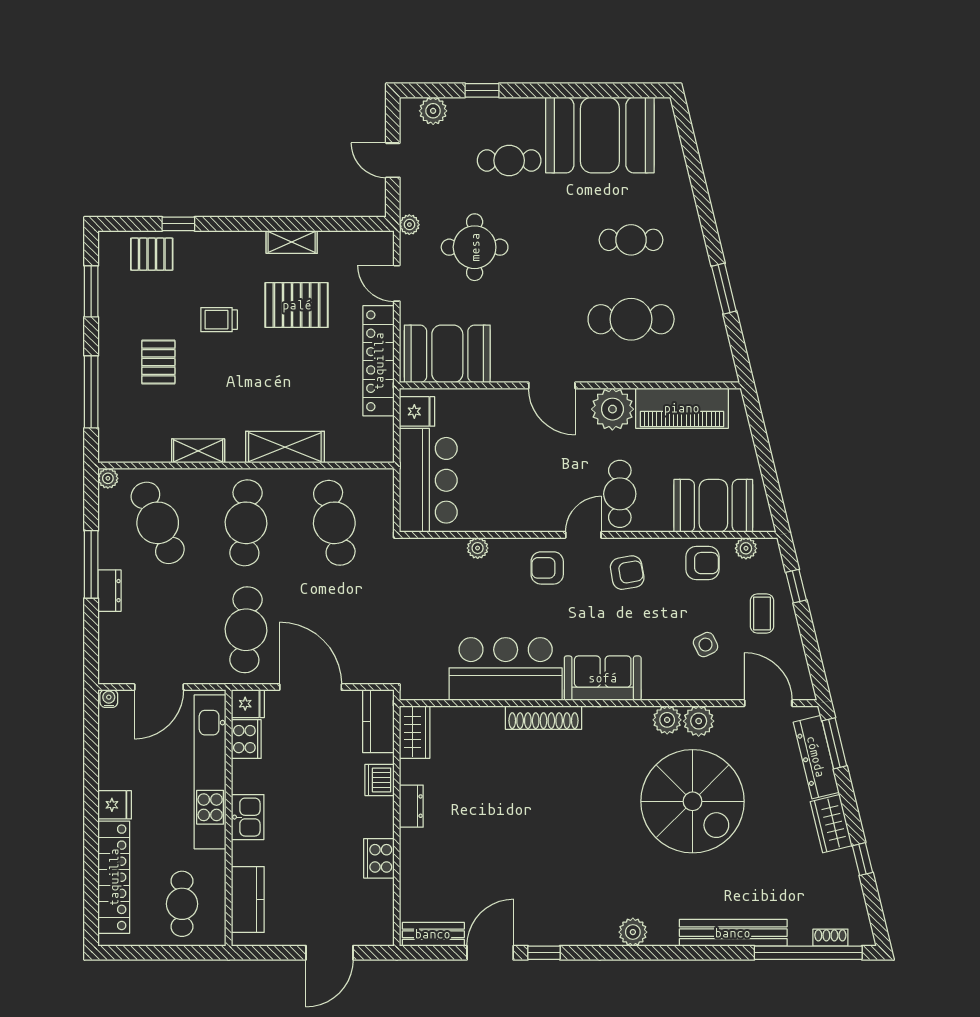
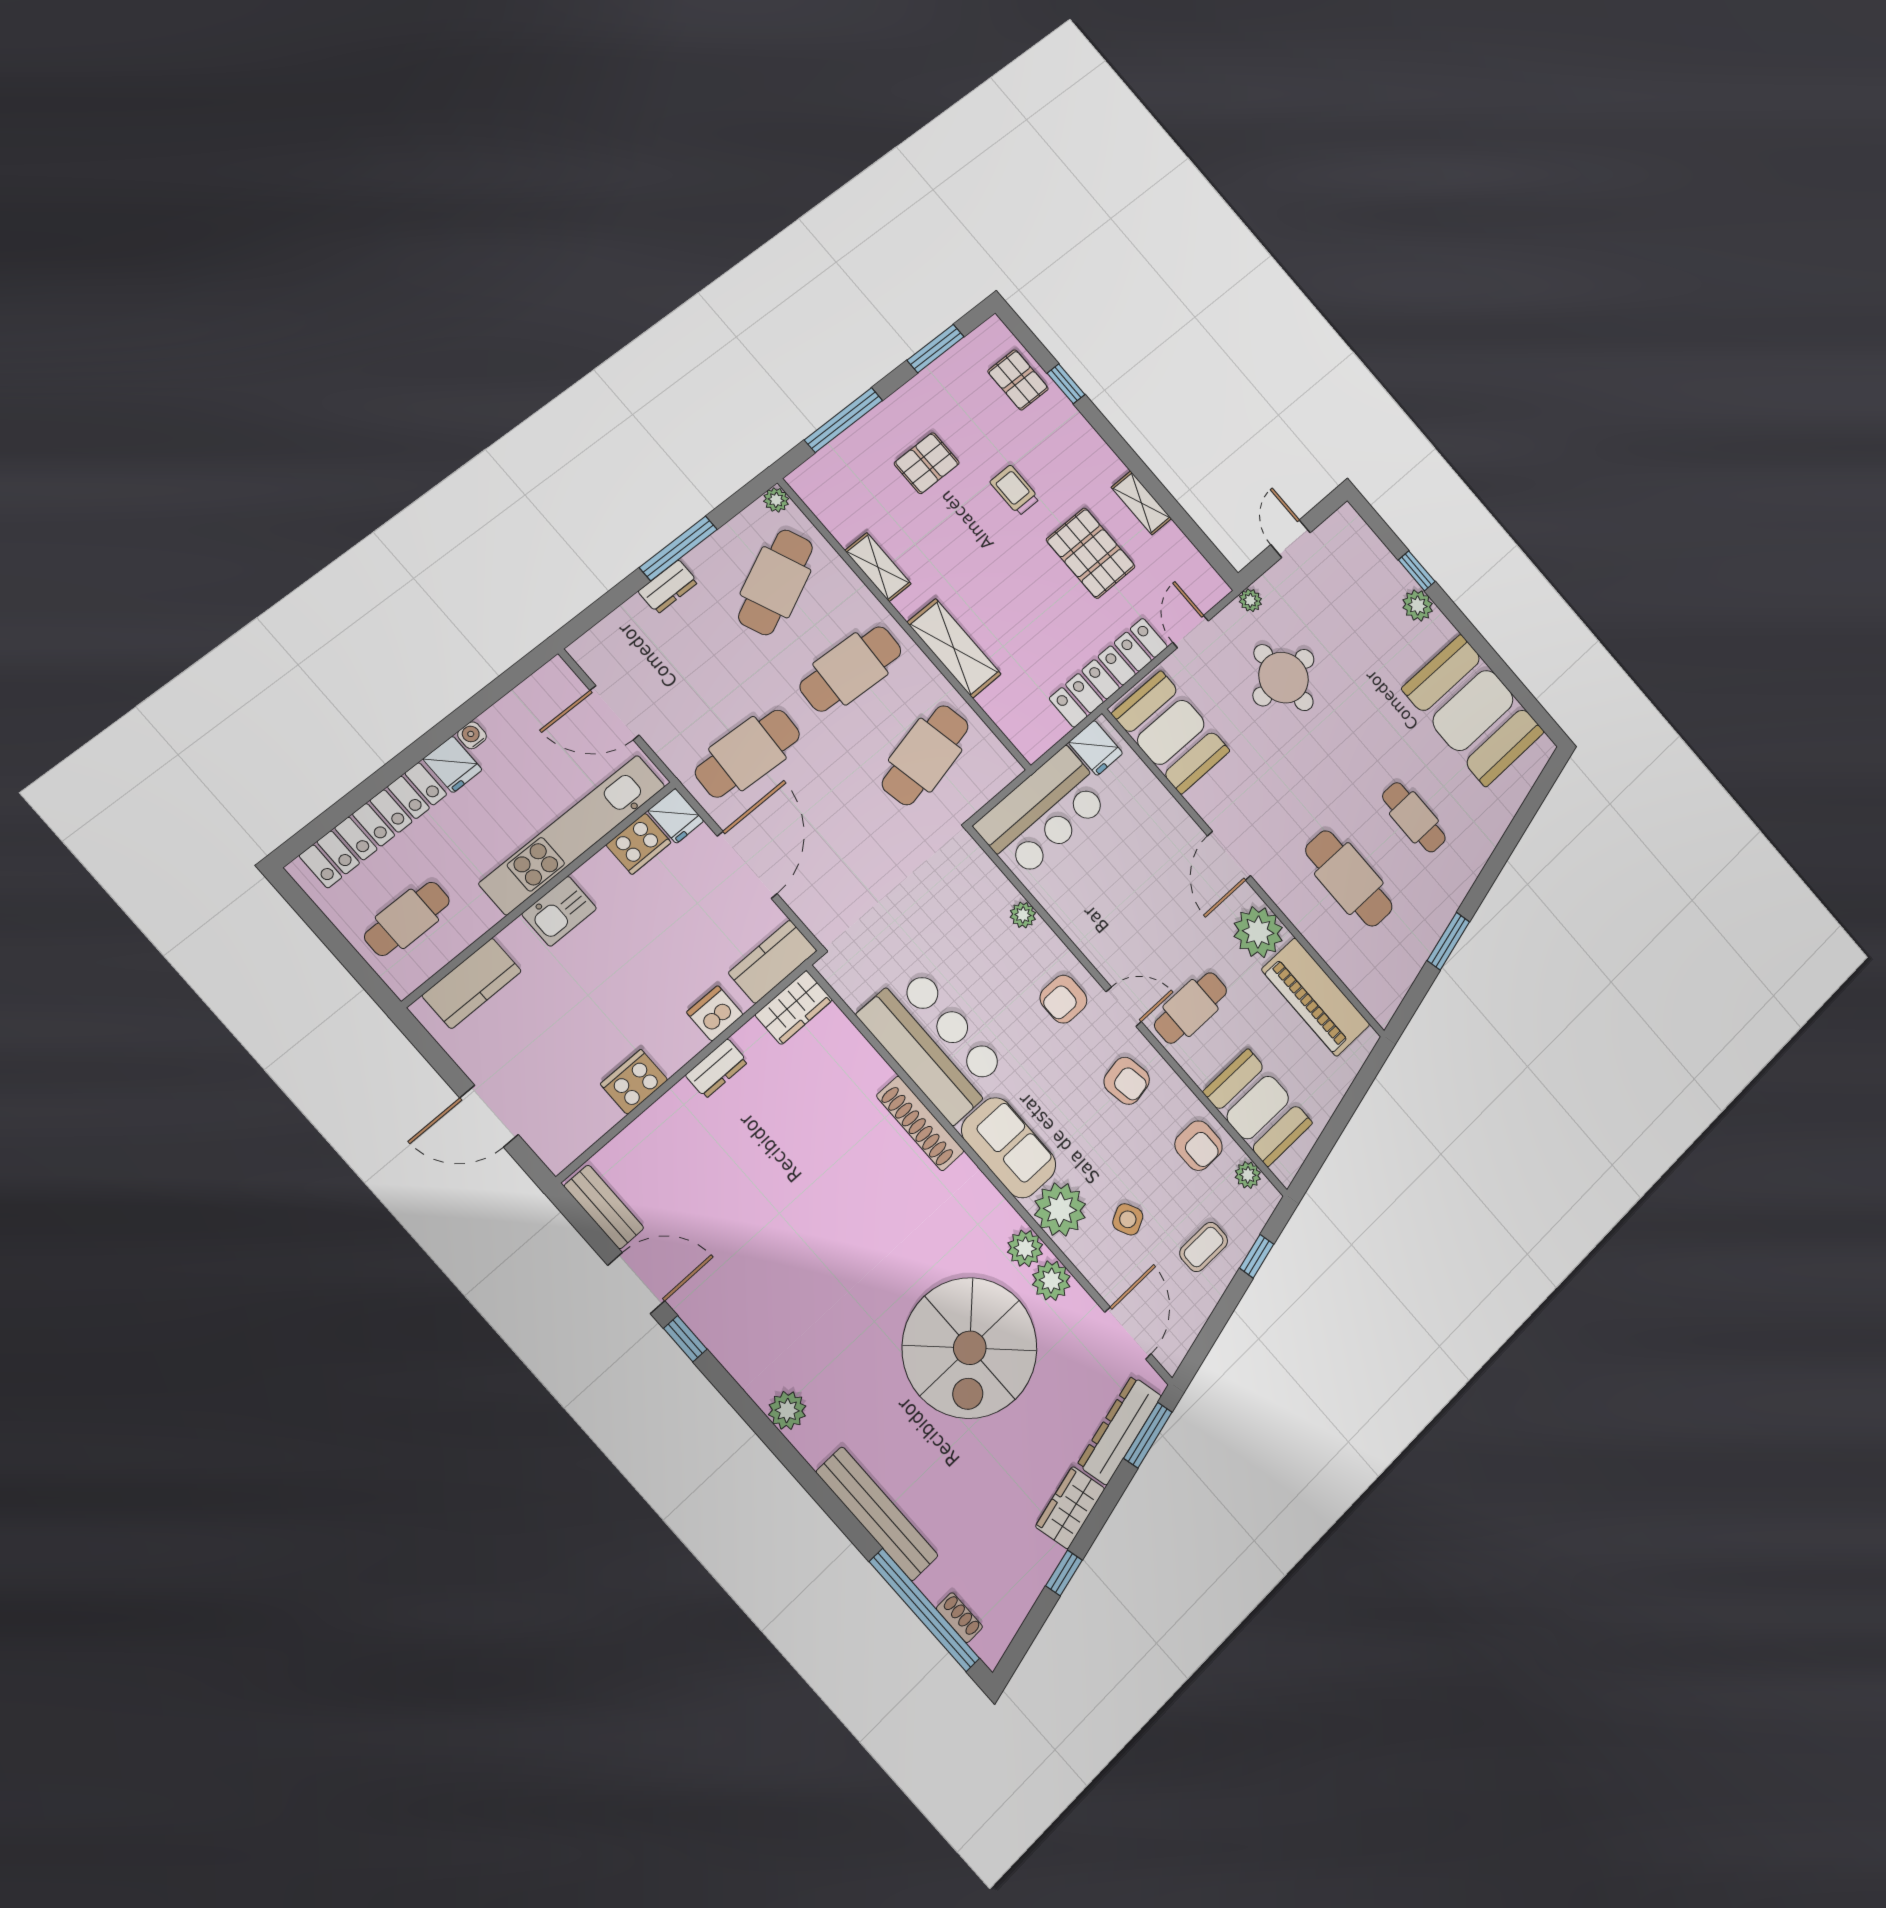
plant: (433, 111) -> (1418, 606), moved
cafe table: (509, 160) -> (1382, 646), removed
armchair: (547, 568) -> (1063, 999), turned -90
plant: (664, 680) -> (1060, 1209), added
water cooler: (109, 699) -> (472, 735), moved, turned -90

